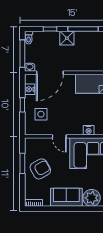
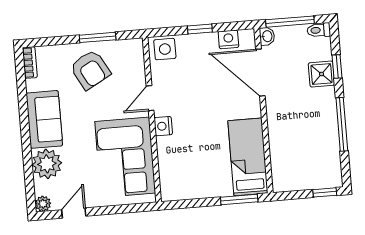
shower: (67, 38) -> (322, 74), moved
side table: (41, 114) -> (165, 49), moved
nightstand: (89, 130) -> (163, 126), moved

